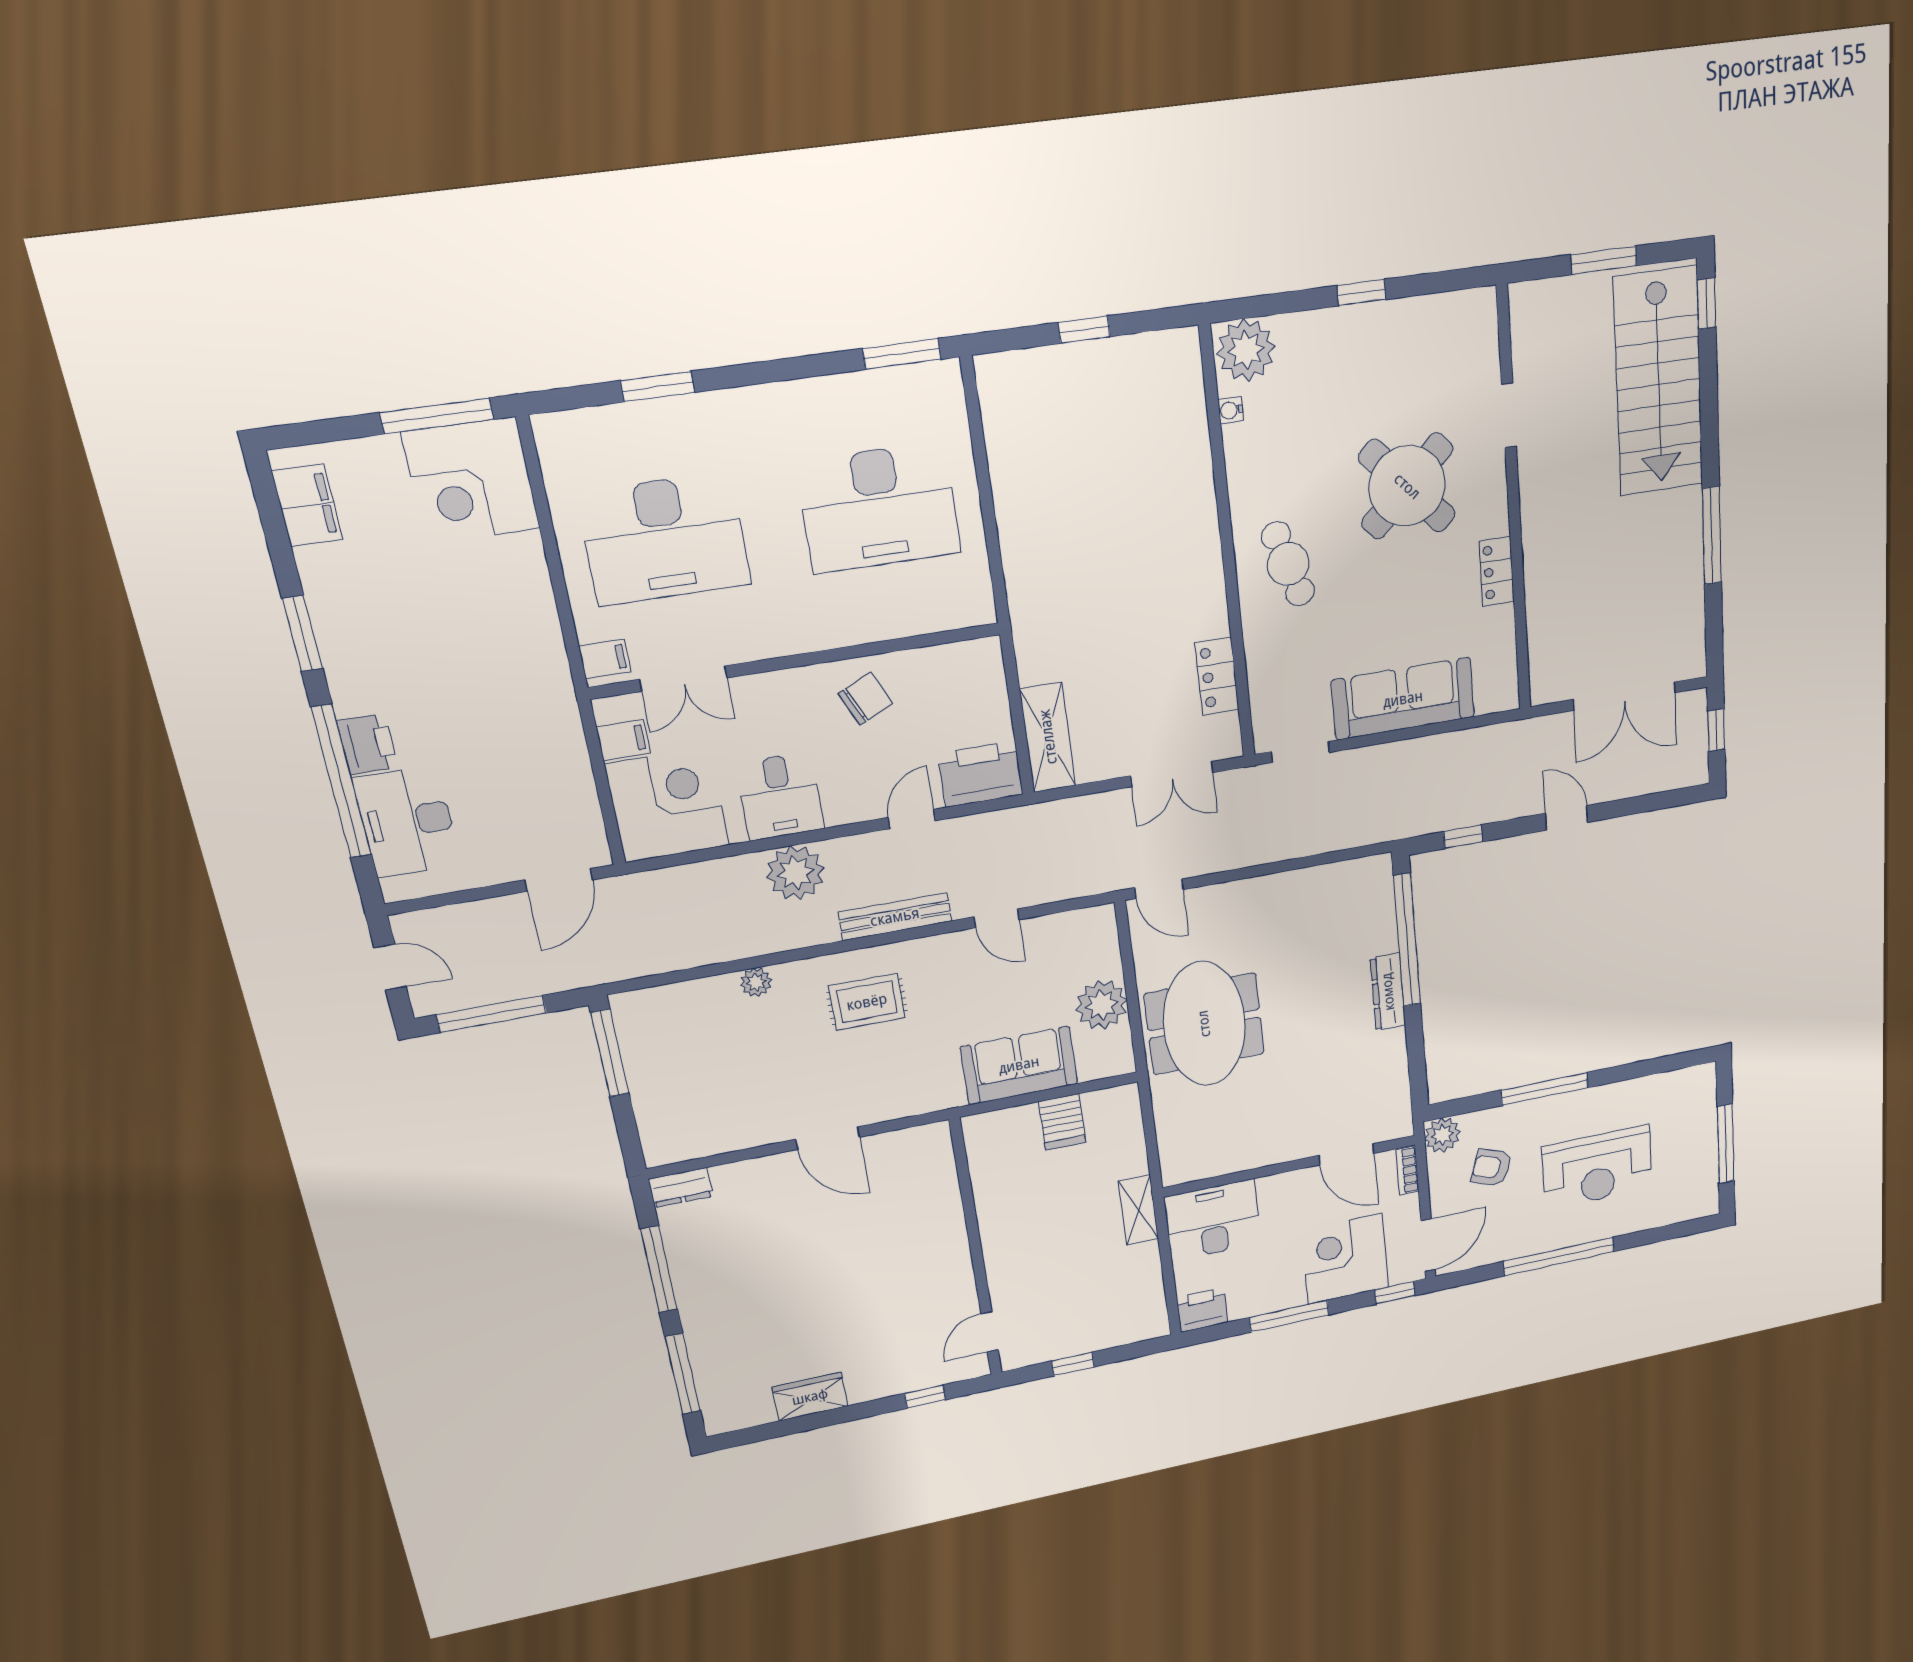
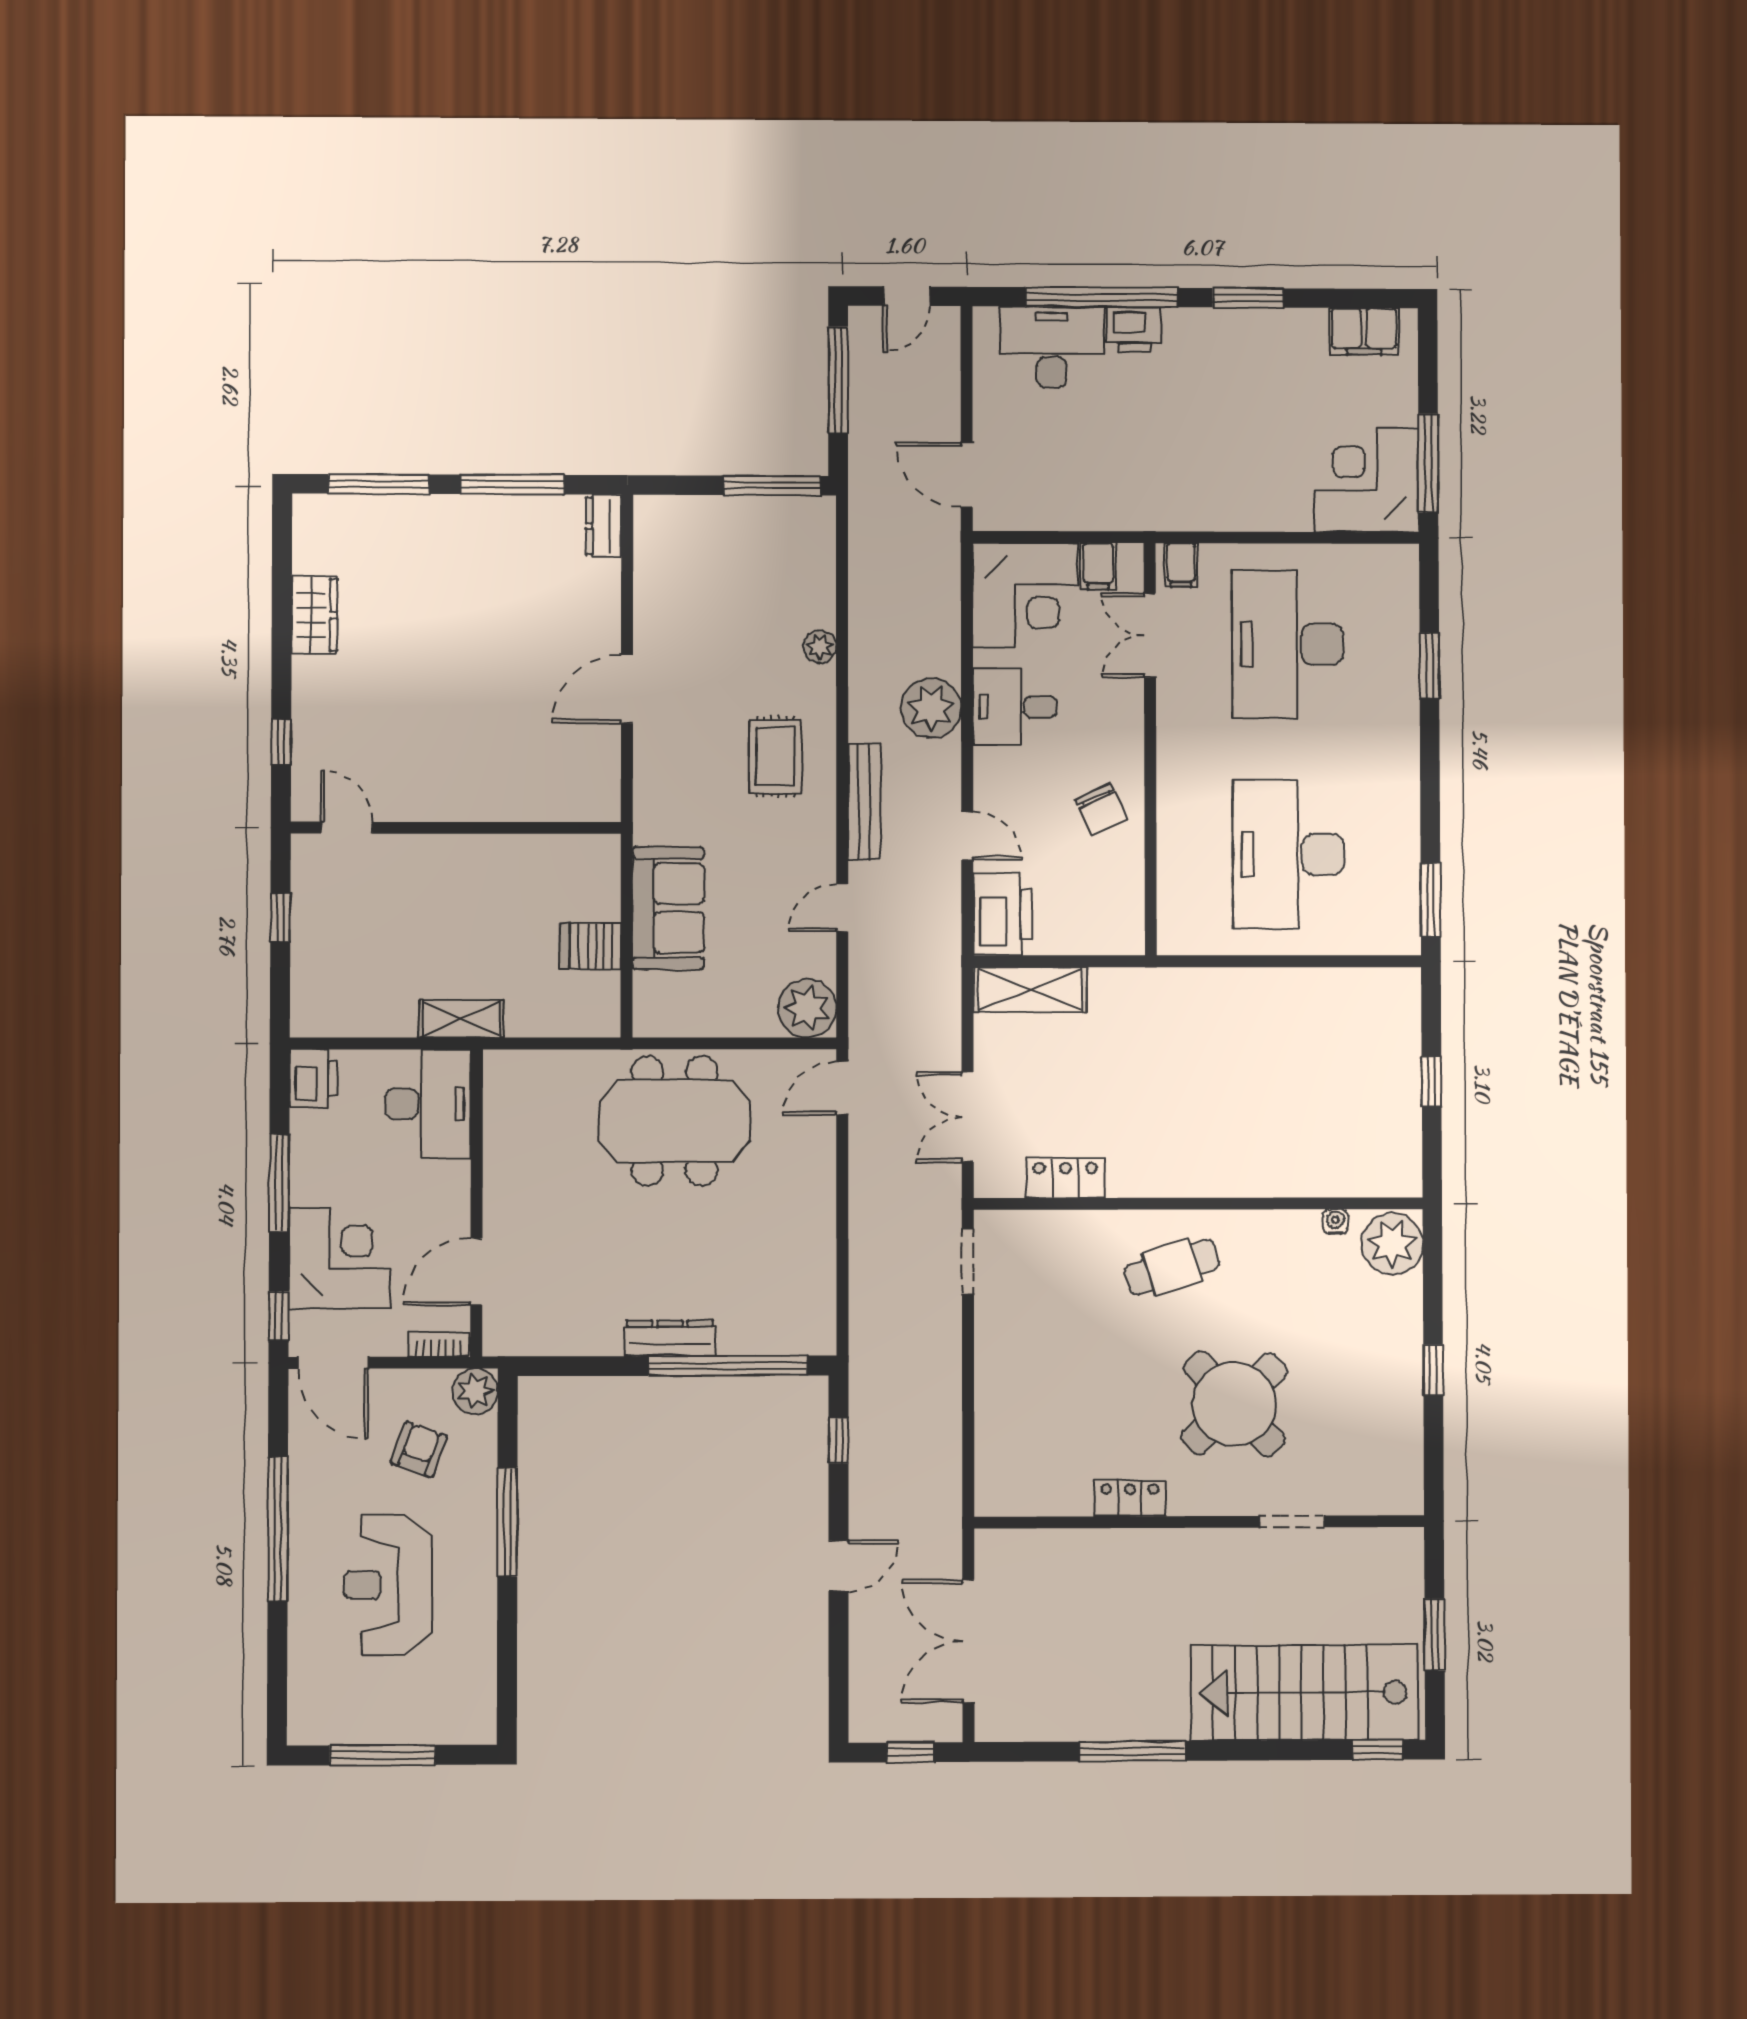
sofa: (1403, 699) -> (1008, 1382), removed
plant: (1102, 1005) -> (807, 1008), moved

